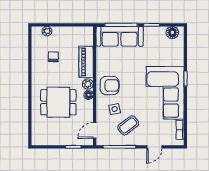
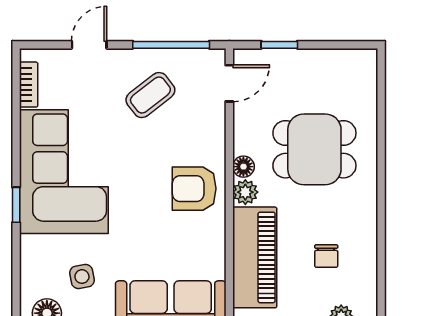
piano: (86, 62) -> (255, 257), width x1.37, depth x1.33
side table: (115, 109) -> (82, 276), moved

